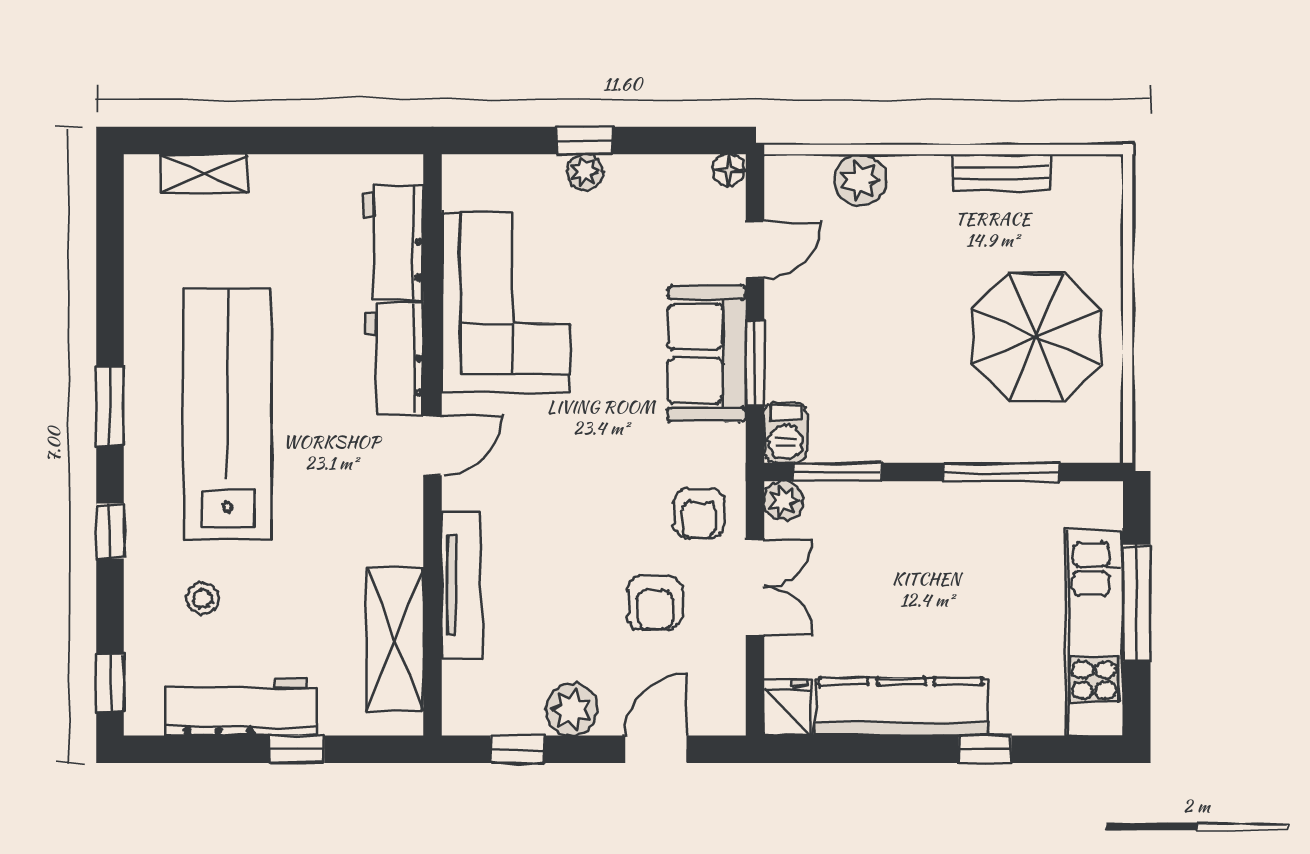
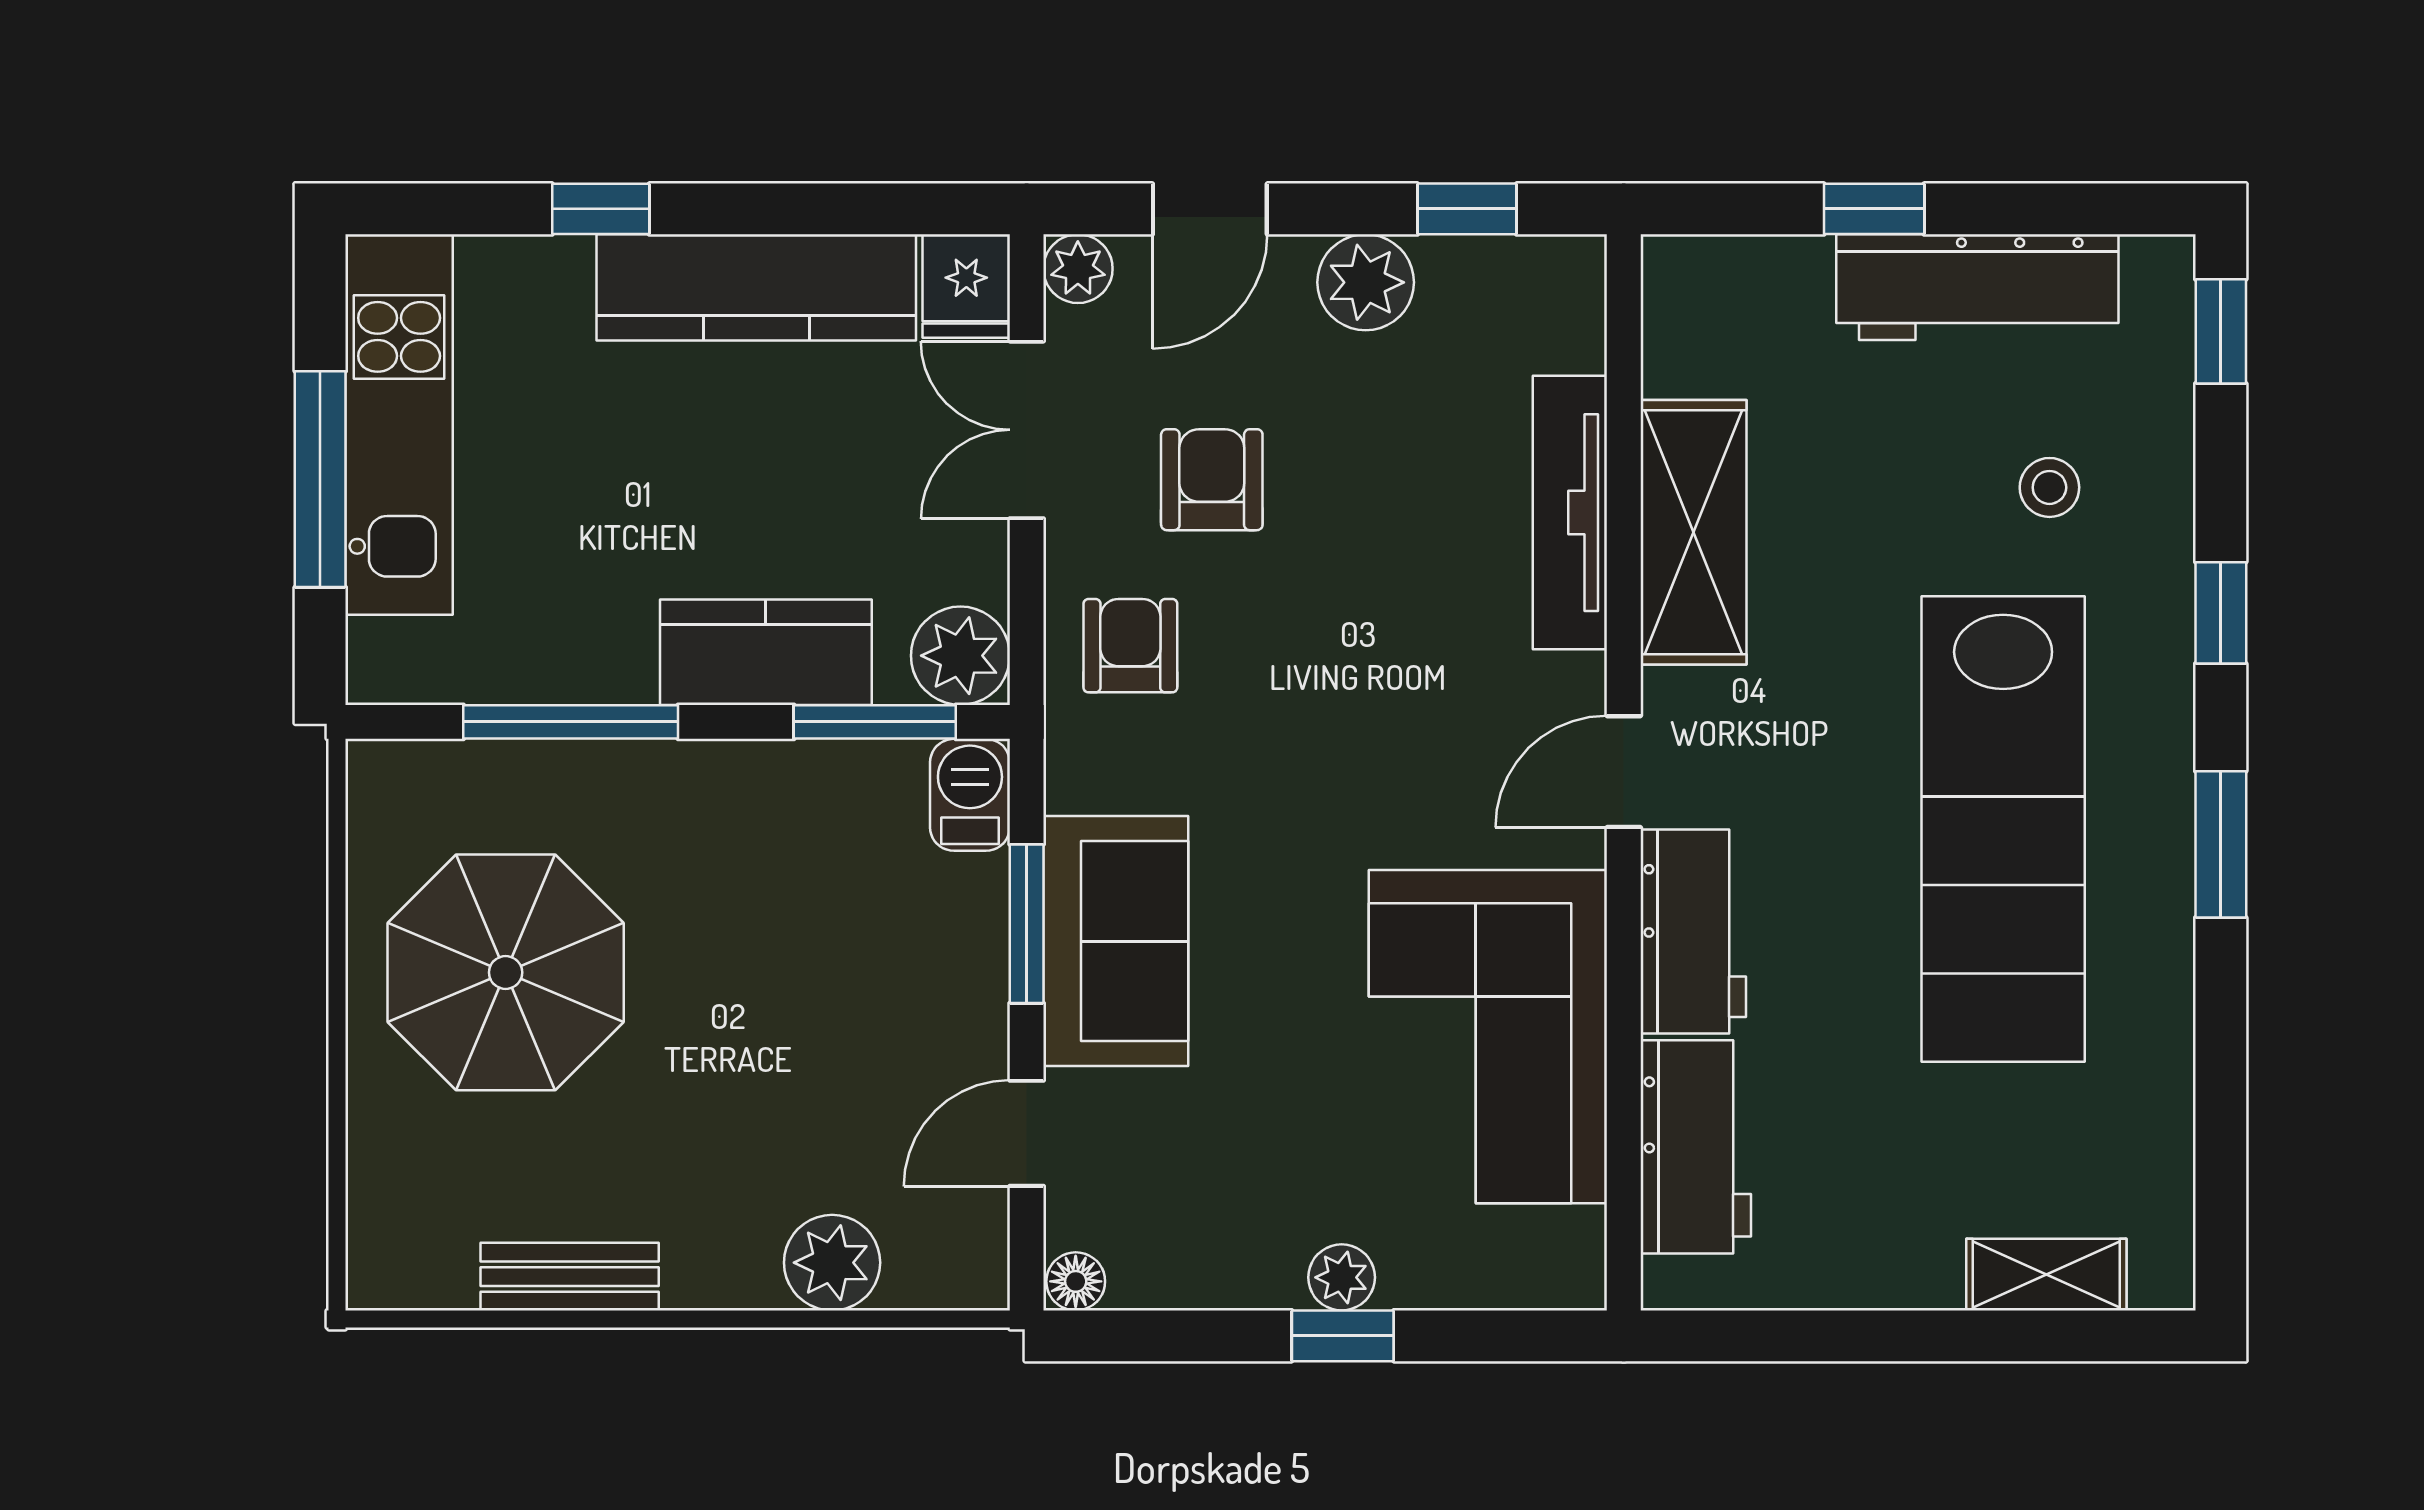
plant: (784, 501) -> (960, 656), width x1.38, depth x1.38
kitchen counter: (896, 510) -> (766, 652), added
double door: (755, 587) -> (1027, 430), moved
shelving: (395, 640) -> (1693, 532), moved
plant: (727, 717) -> (1078, 269), added

